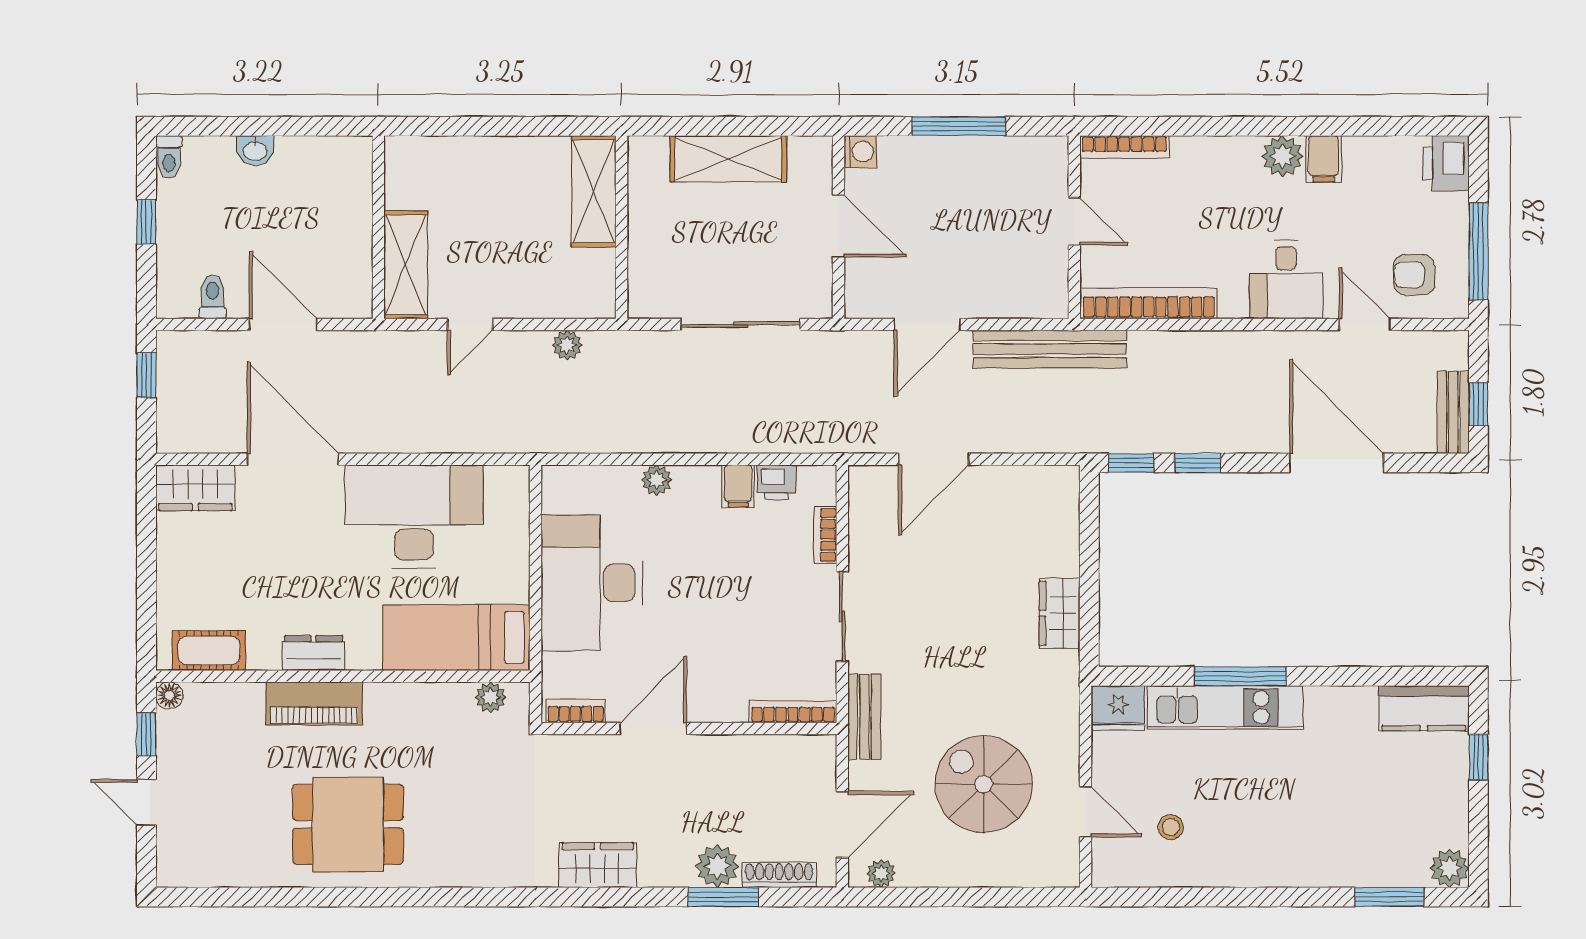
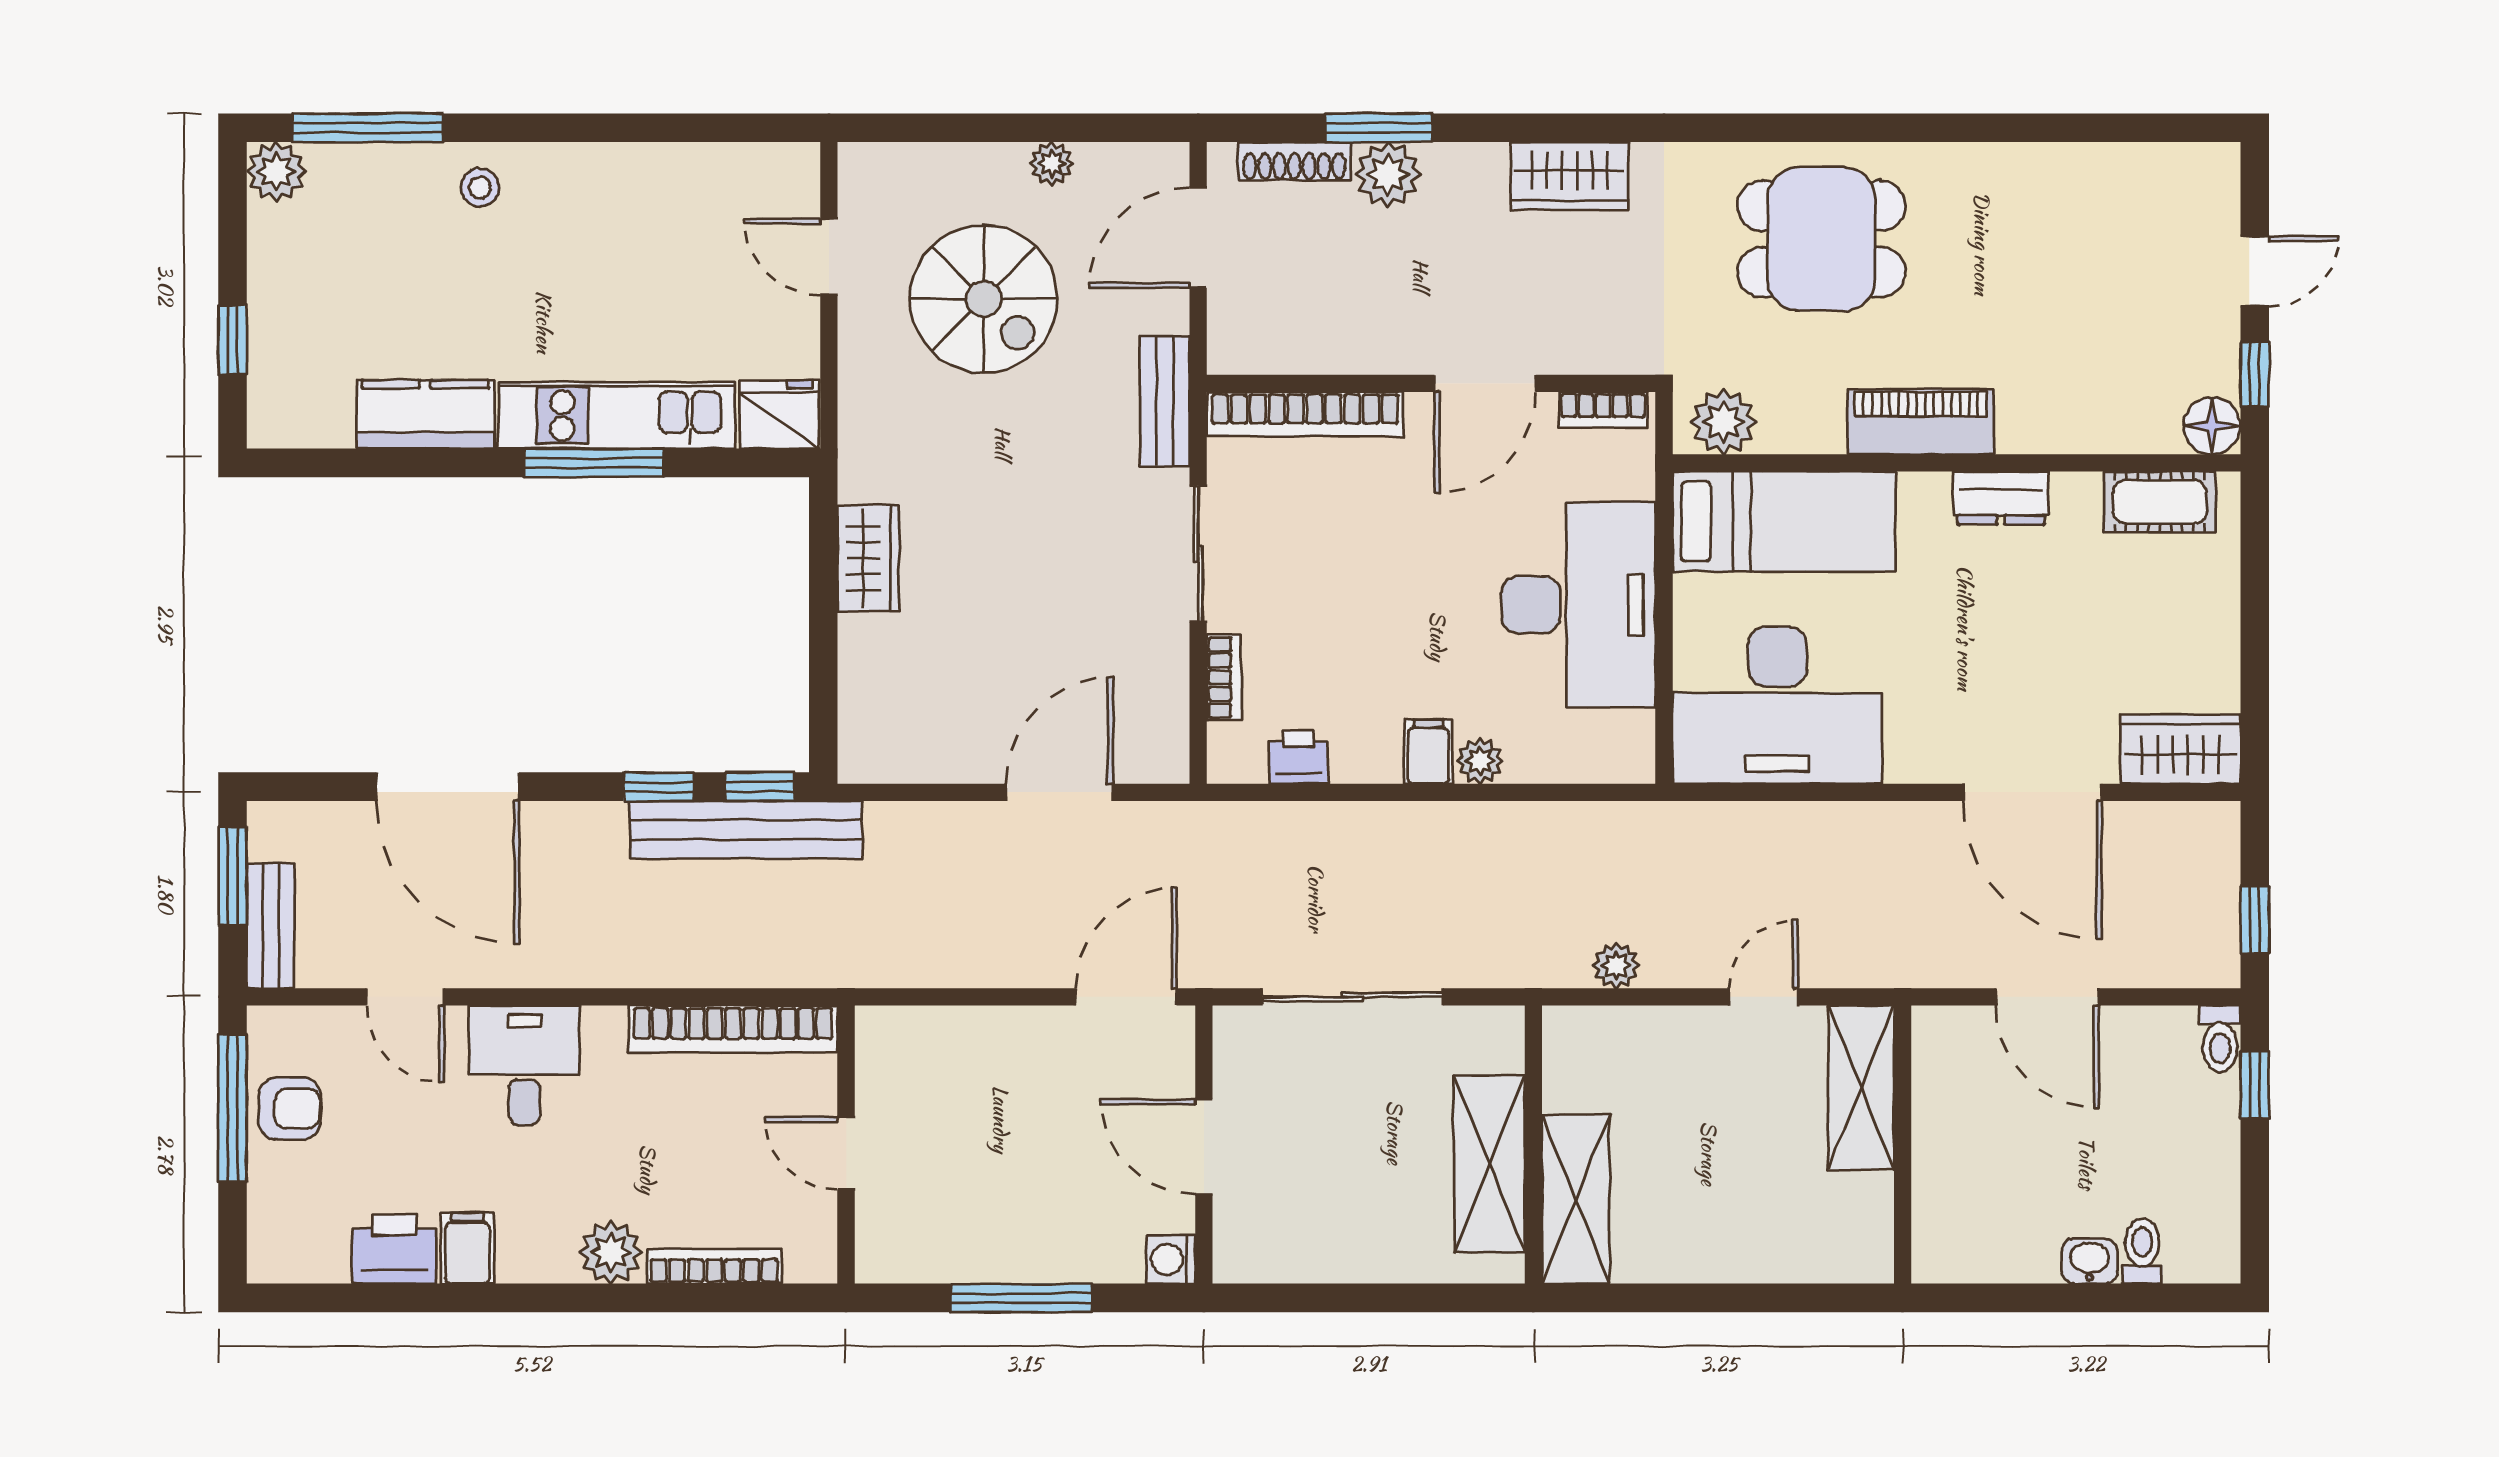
bookcase: (1124, 147) -> (714, 1266), moved
plant: (1282, 156) -> (611, 1252), moved
toilet: (169, 157) -> (2142, 1251), moved
shelving: (728, 159) -> (1490, 1164), moved, turned 90
printer: (1446, 163) -> (394, 1249), moved, turned -90
window: (146, 222) -> (2255, 1085), moved
armchair: (1414, 275) -> (290, 1109), moved
toilet: (213, 297) -> (2220, 1039), moved
door: (927, 324) -> (1126, 997), moved
bench: (1050, 349) -> (746, 830), moved
window: (1478, 404) -> (233, 876), width x1.50
bench: (1453, 412) -> (271, 926), moved
filing cabinet: (738, 486) -> (1428, 751), moved
desk: (414, 517) -> (1777, 705), moved
floor lamp: (169, 695) -> (2212, 426), width x1.37, depth x1.37
plant: (490, 697) -> (1724, 422), width x1.38, depth x1.38
piano: (314, 703) -> (1921, 422), moved
kitchen counter: (1424, 708) -> (425, 414), moved
bookcase: (793, 712) -> (1305, 414), width x1.48, depth x1.31
door: (146, 802) -> (2255, 271), hinge flipped
dining table: (348, 824) -> (1821, 239), moved
stool: (1171, 827) -> (480, 188), moved
plant: (881, 873) -> (1052, 164), moved
window: (1389, 897) -> (368, 128), width x1.44

